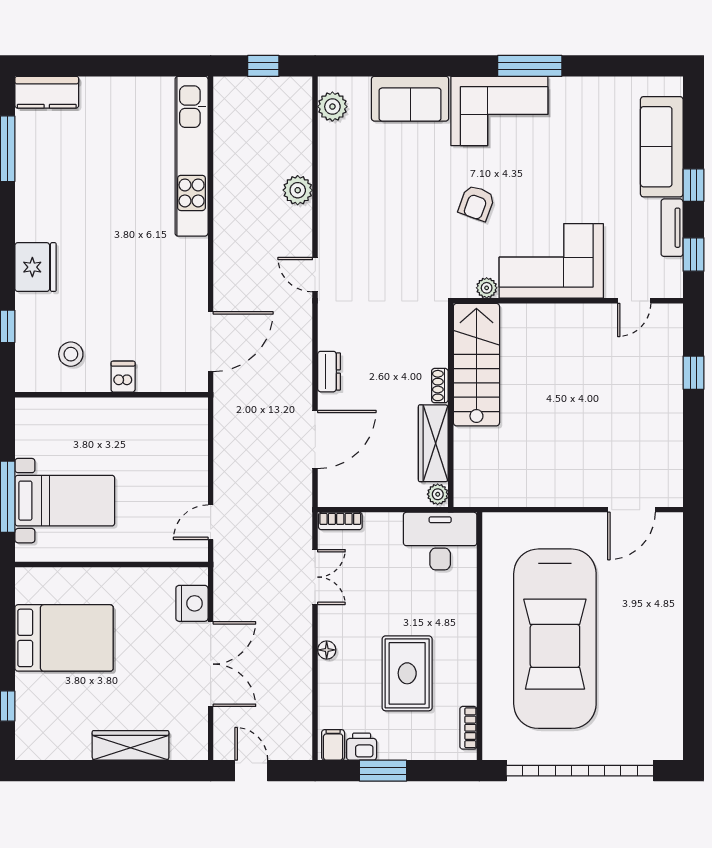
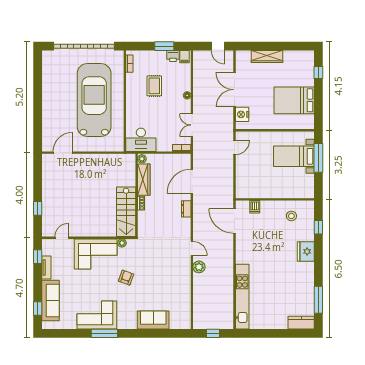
plant: (332, 107) -> (185, 317), removed
corner sofa: (499, 111) -> (97, 315), moved
window: (693, 185) -> (38, 308), moved
plant: (298, 190) -> (199, 267), moved
door: (211, 342) -> (234, 221), hinge flipped
dishwasher: (123, 377) -> (255, 207), moved
rug: (407, 673) -> (154, 86), width x0.73, depth x0.70

